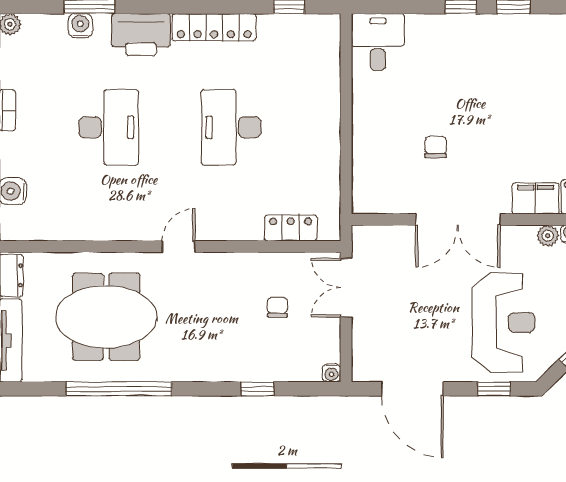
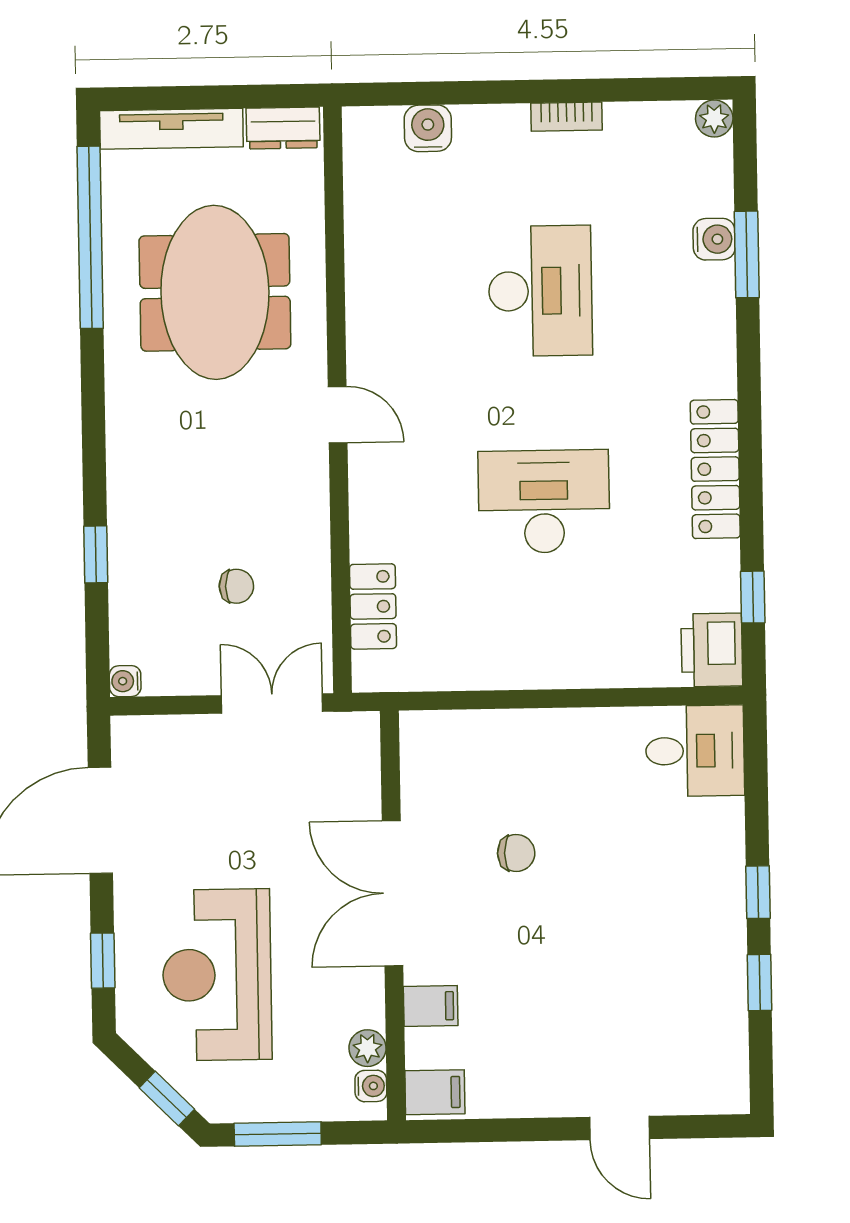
printer: (141, 35) -> (712, 650), moved, width x0.73, depth x0.84
desk: (109, 127) -> (540, 291), turned -90
filing cabinet: (536, 198) -> (431, 1006), width x0.50
reception desk: (503, 322) -> (217, 975), turned 90
window: (119, 389) -> (90, 237), moved

